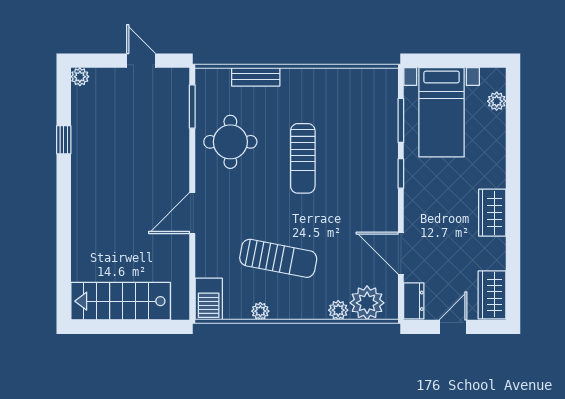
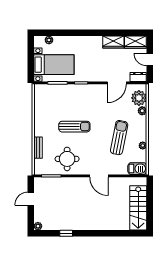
wardrobe: (492, 213) -> (113, 42), moved

